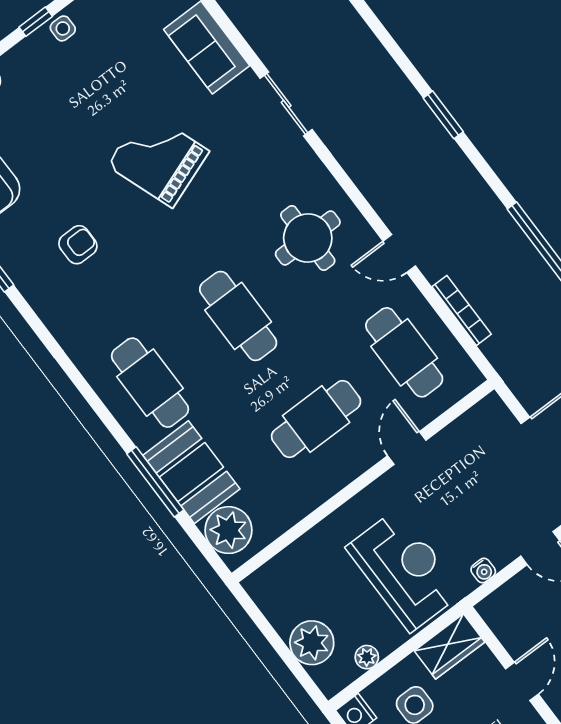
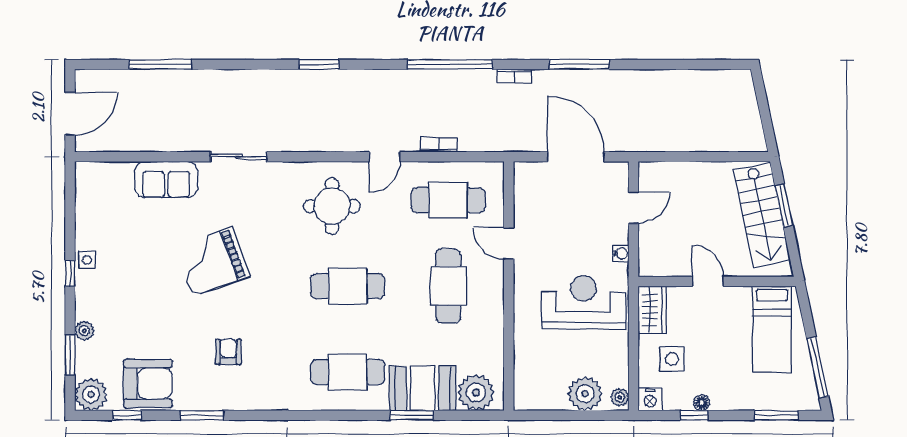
bookcase: (462, 310) -> (439, 145), width x0.64
window: (155, 482) -> (412, 415), width x0.69
plant: (367, 657) -> (620, 397), moved

